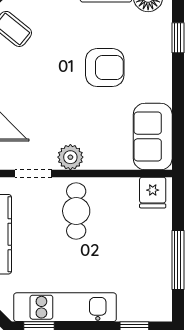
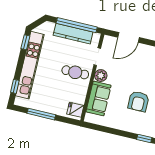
sofa: (153, 137) -> (99, 98), moved, turned 90
kitchen unit: (65, 307) -> (30, 65), width x1.36

